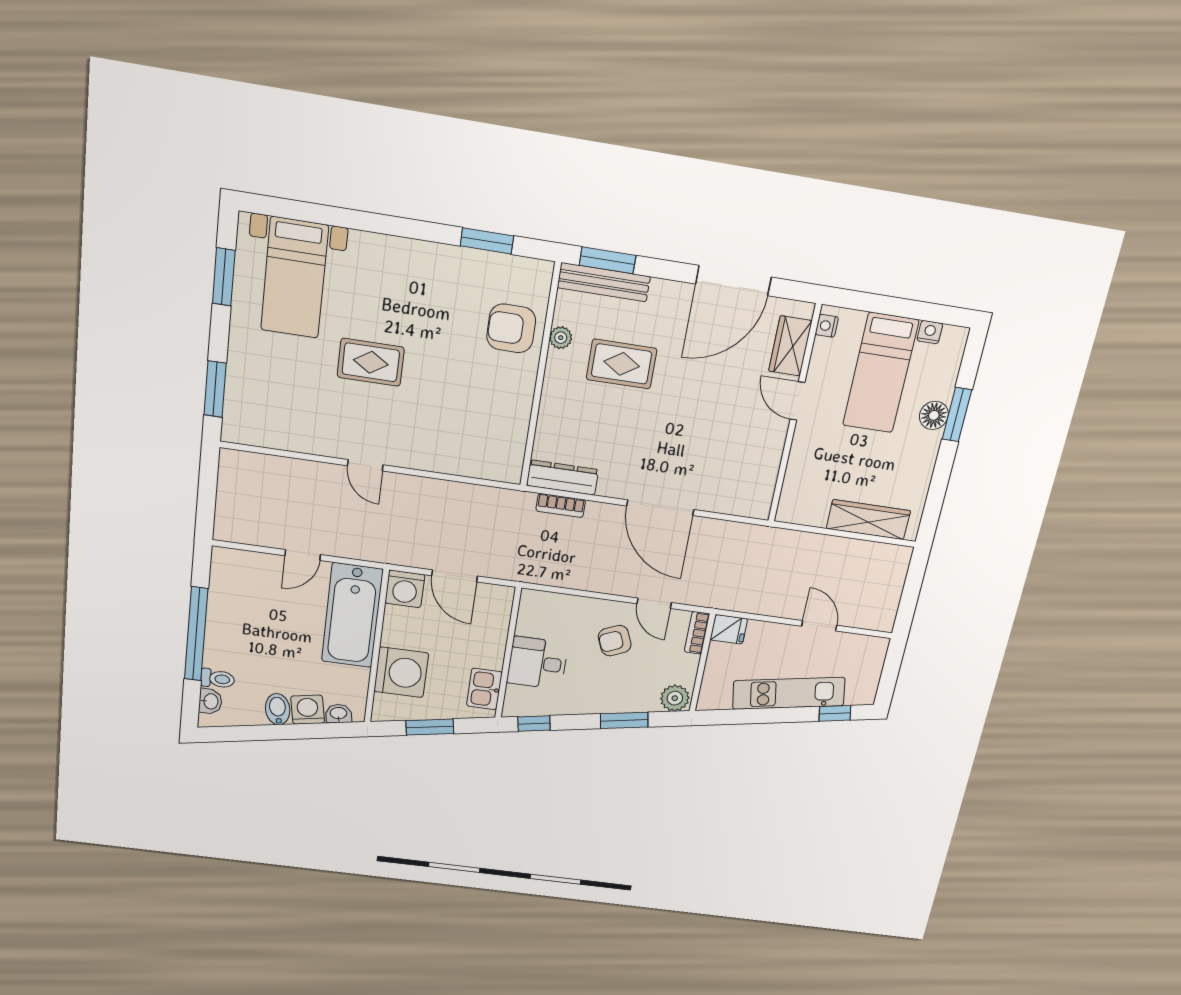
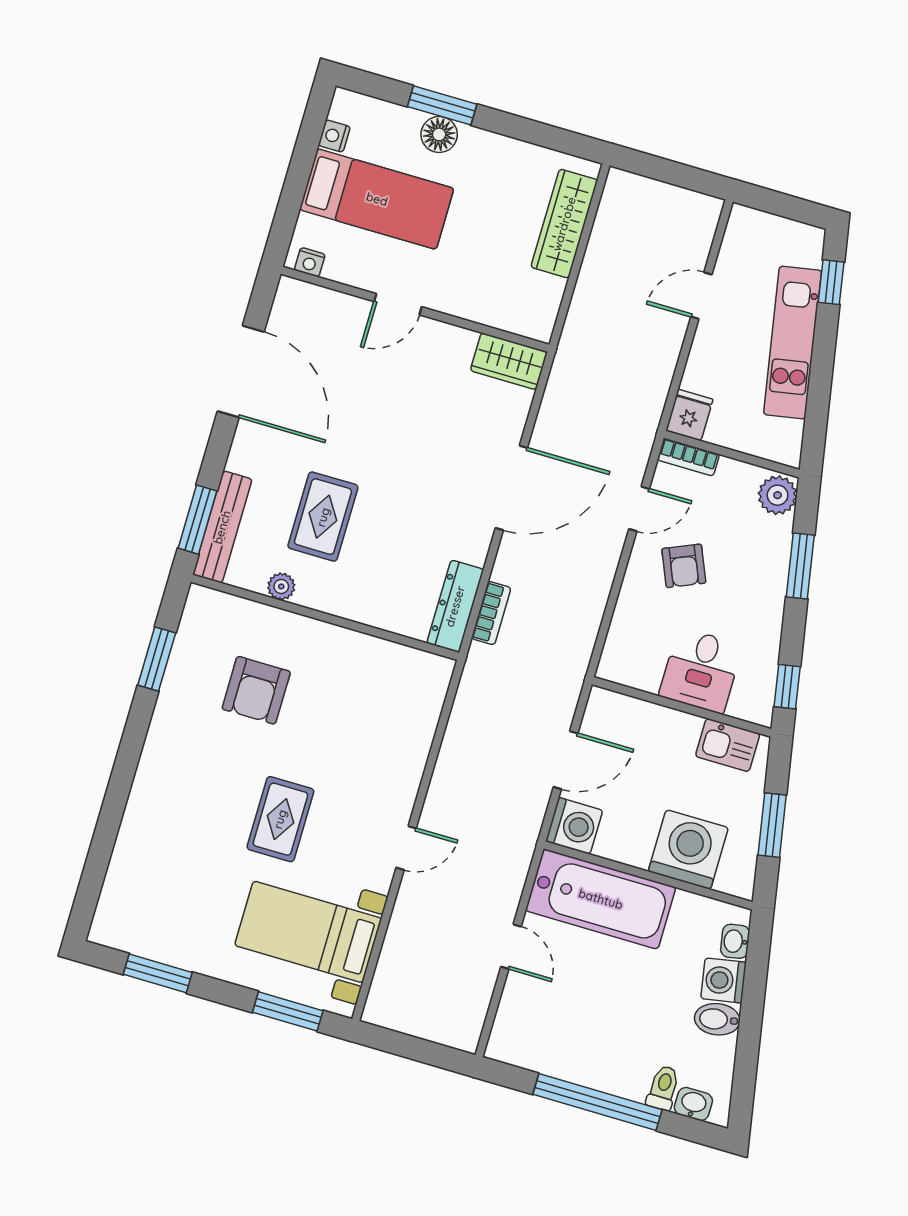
bed with nightstands: (294, 278) -> (308, 932), moved, turned 180
armchair: (511, 328) -> (256, 690), moved
wardrobe: (790, 346) -> (509, 361), moved

